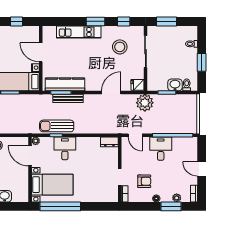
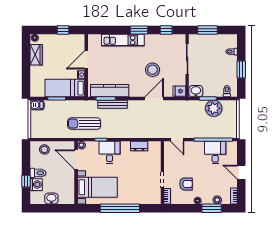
stool: (120, 47) -> (153, 70), moved
door: (41, 52) -> (86, 60), hinge flipped
washbasin: (175, 85) -> (196, 91), moved
plant: (145, 103) -> (214, 108), moved
sun lounger: (57, 126) -> (84, 124), moved
dresser: (109, 142) -> (139, 146), moved
desk: (161, 149) -> (215, 153), moved
window: (60, 206) -> (120, 208), moved

